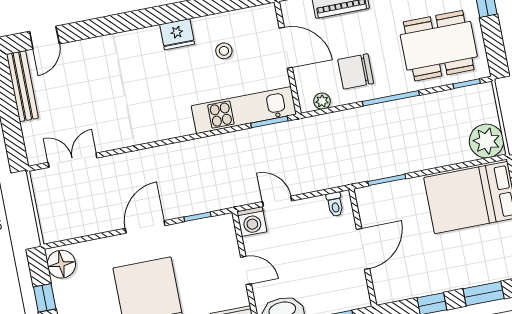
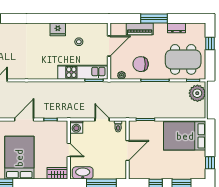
door: (286, 48) -> (109, 46), hinge flipped
plant: (486, 141) -> (197, 93), moved
door: (277, 201) -> (102, 119), moved

